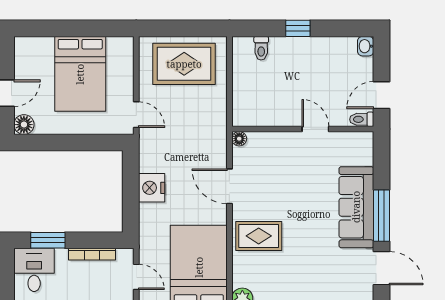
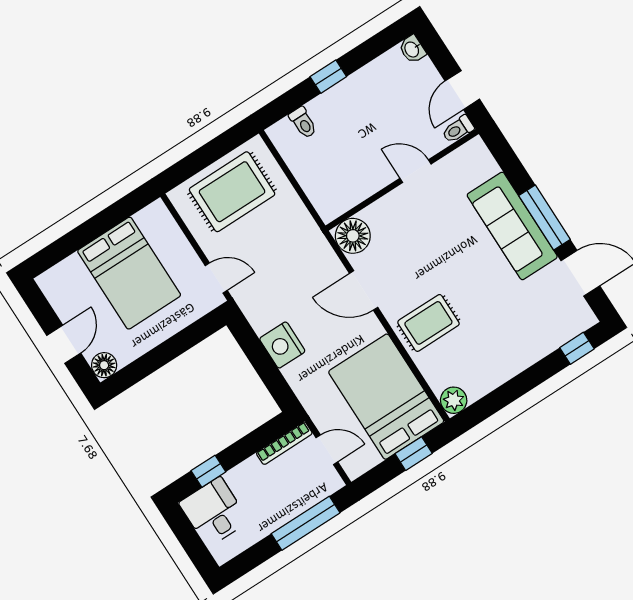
floor lamp: (239, 139) -> (353, 236), width x1.89, depth x1.89
window: (48, 240) -> (208, 471), width x0.67
bookcase: (92, 254) -> (284, 443), moved

